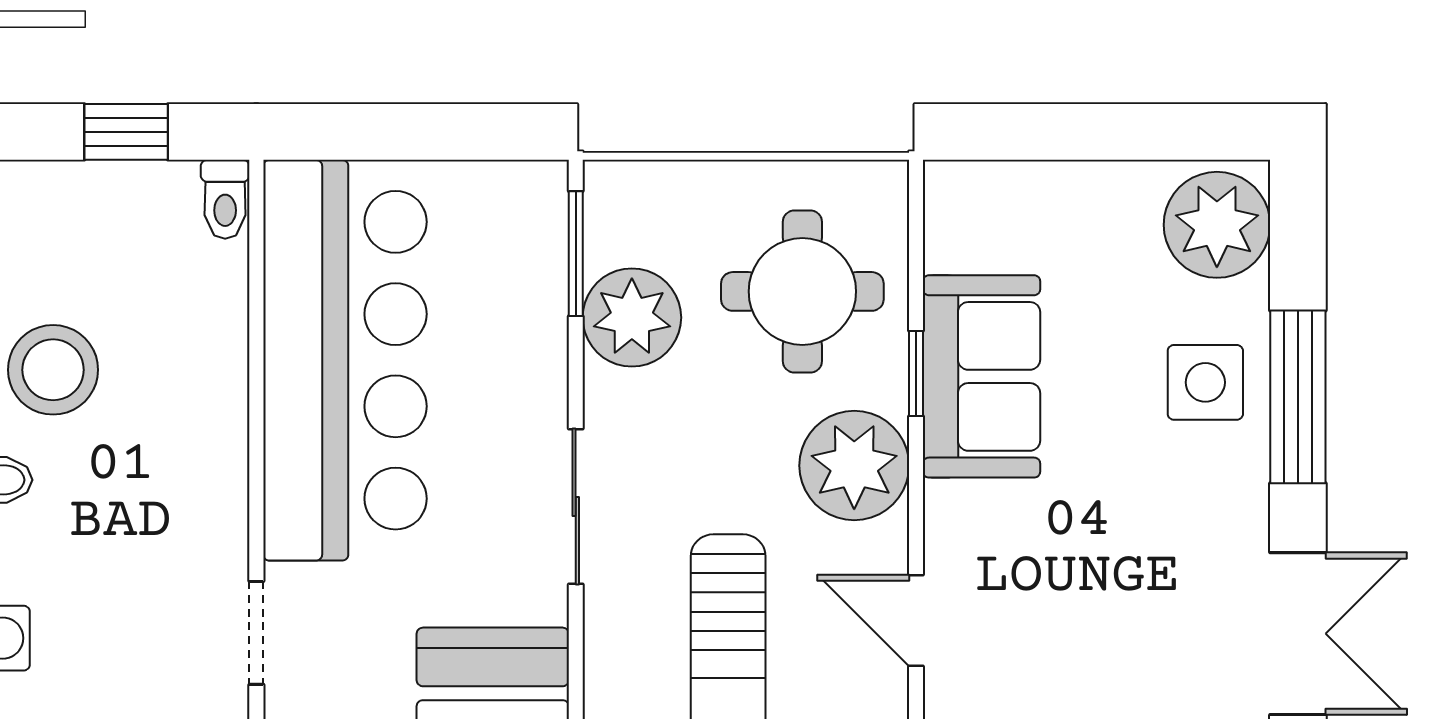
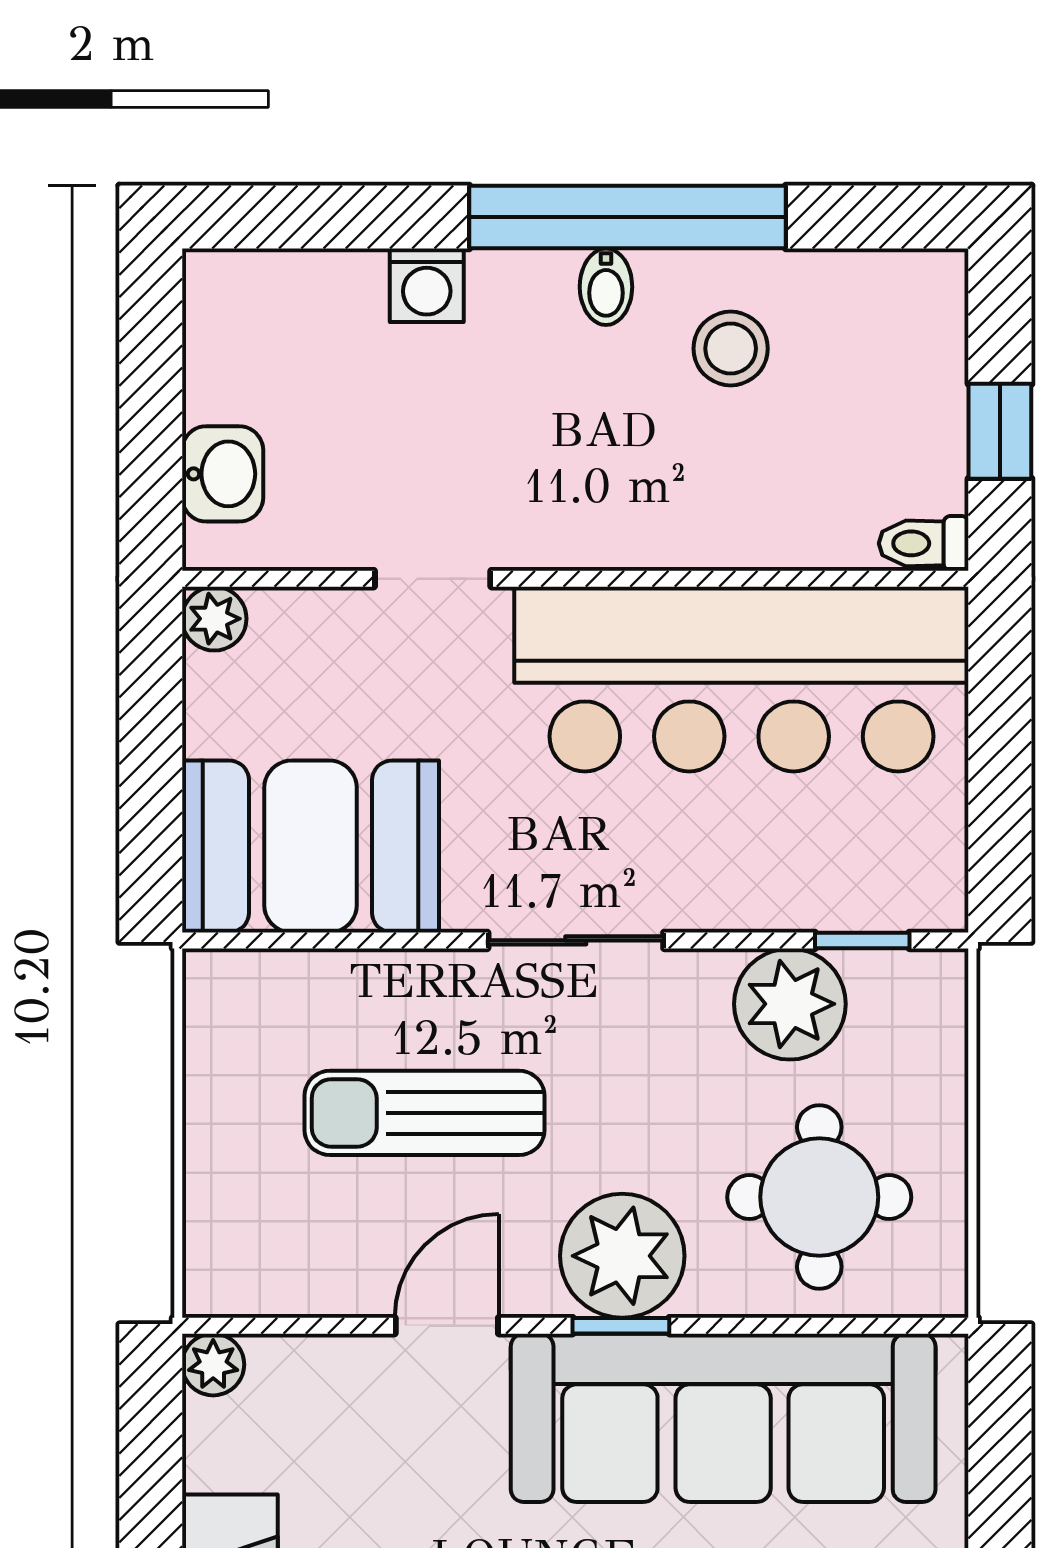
window: (576, 254) -> (862, 940), width x0.67
stool: (53, 370) -> (731, 349), width x0.73, depth x0.73
window: (916, 374) -> (621, 1326), moved
sofa: (981, 376) -> (723, 1418), width x1.85, depth x1.27

